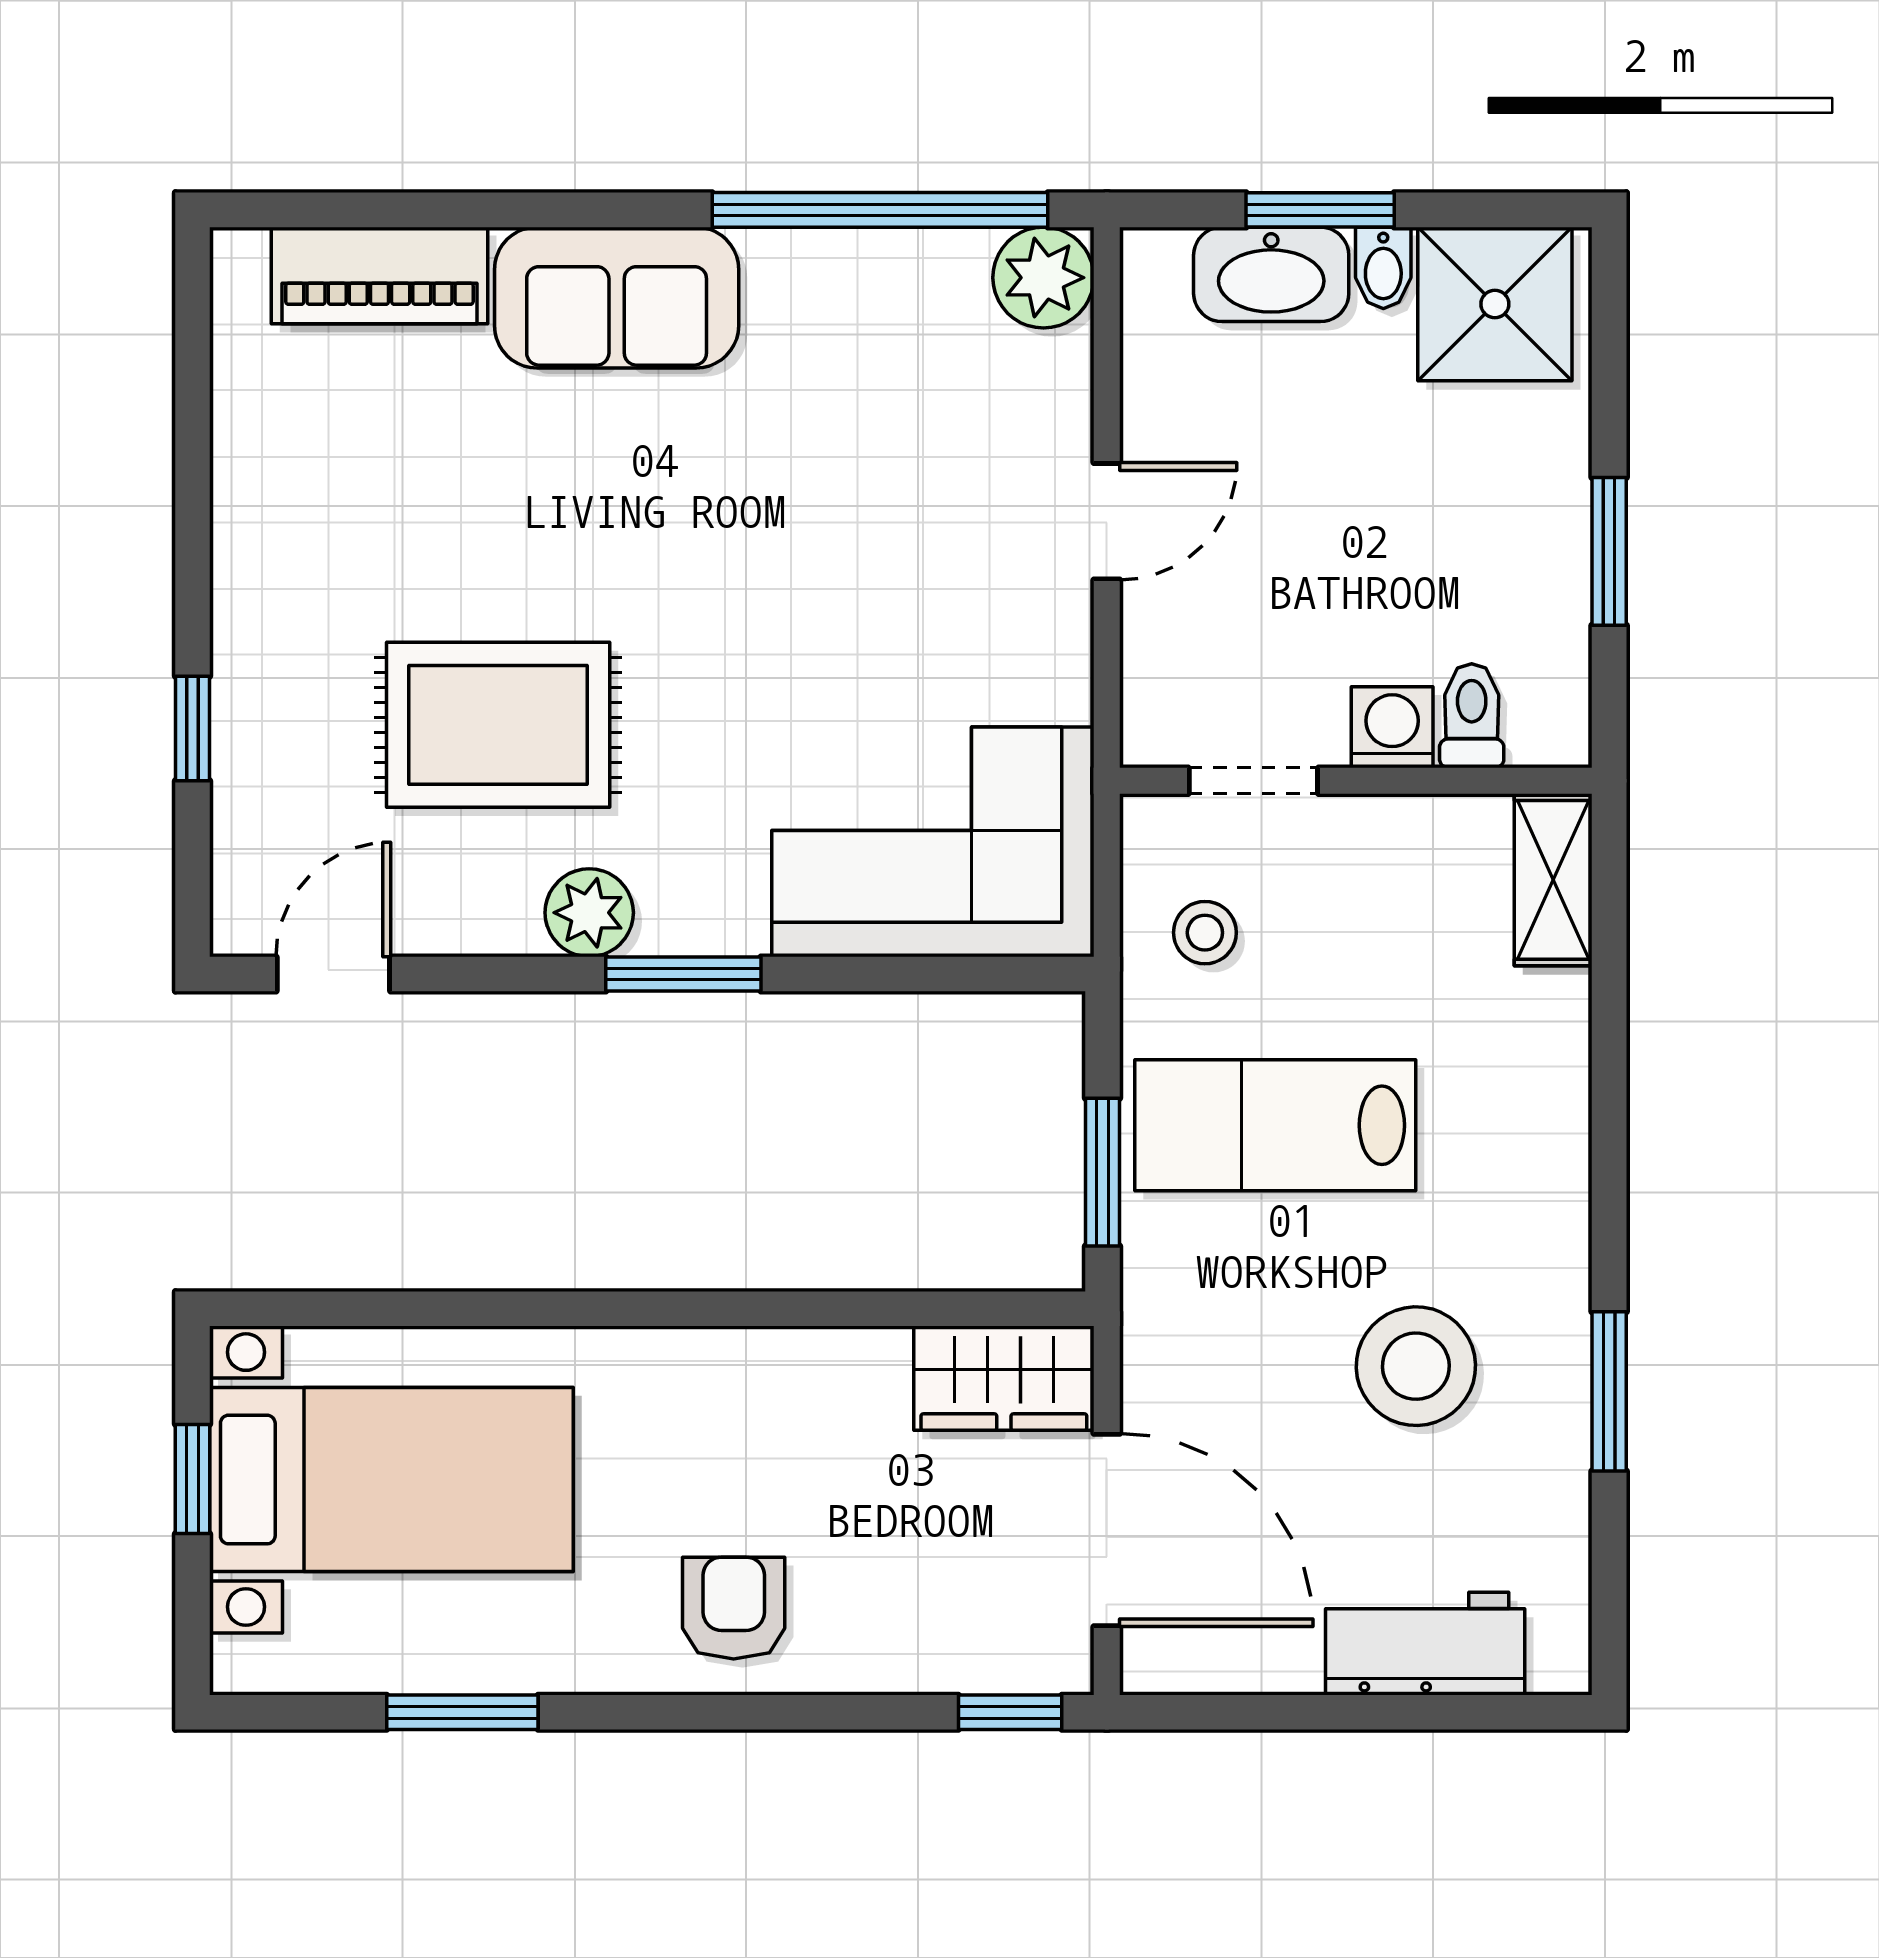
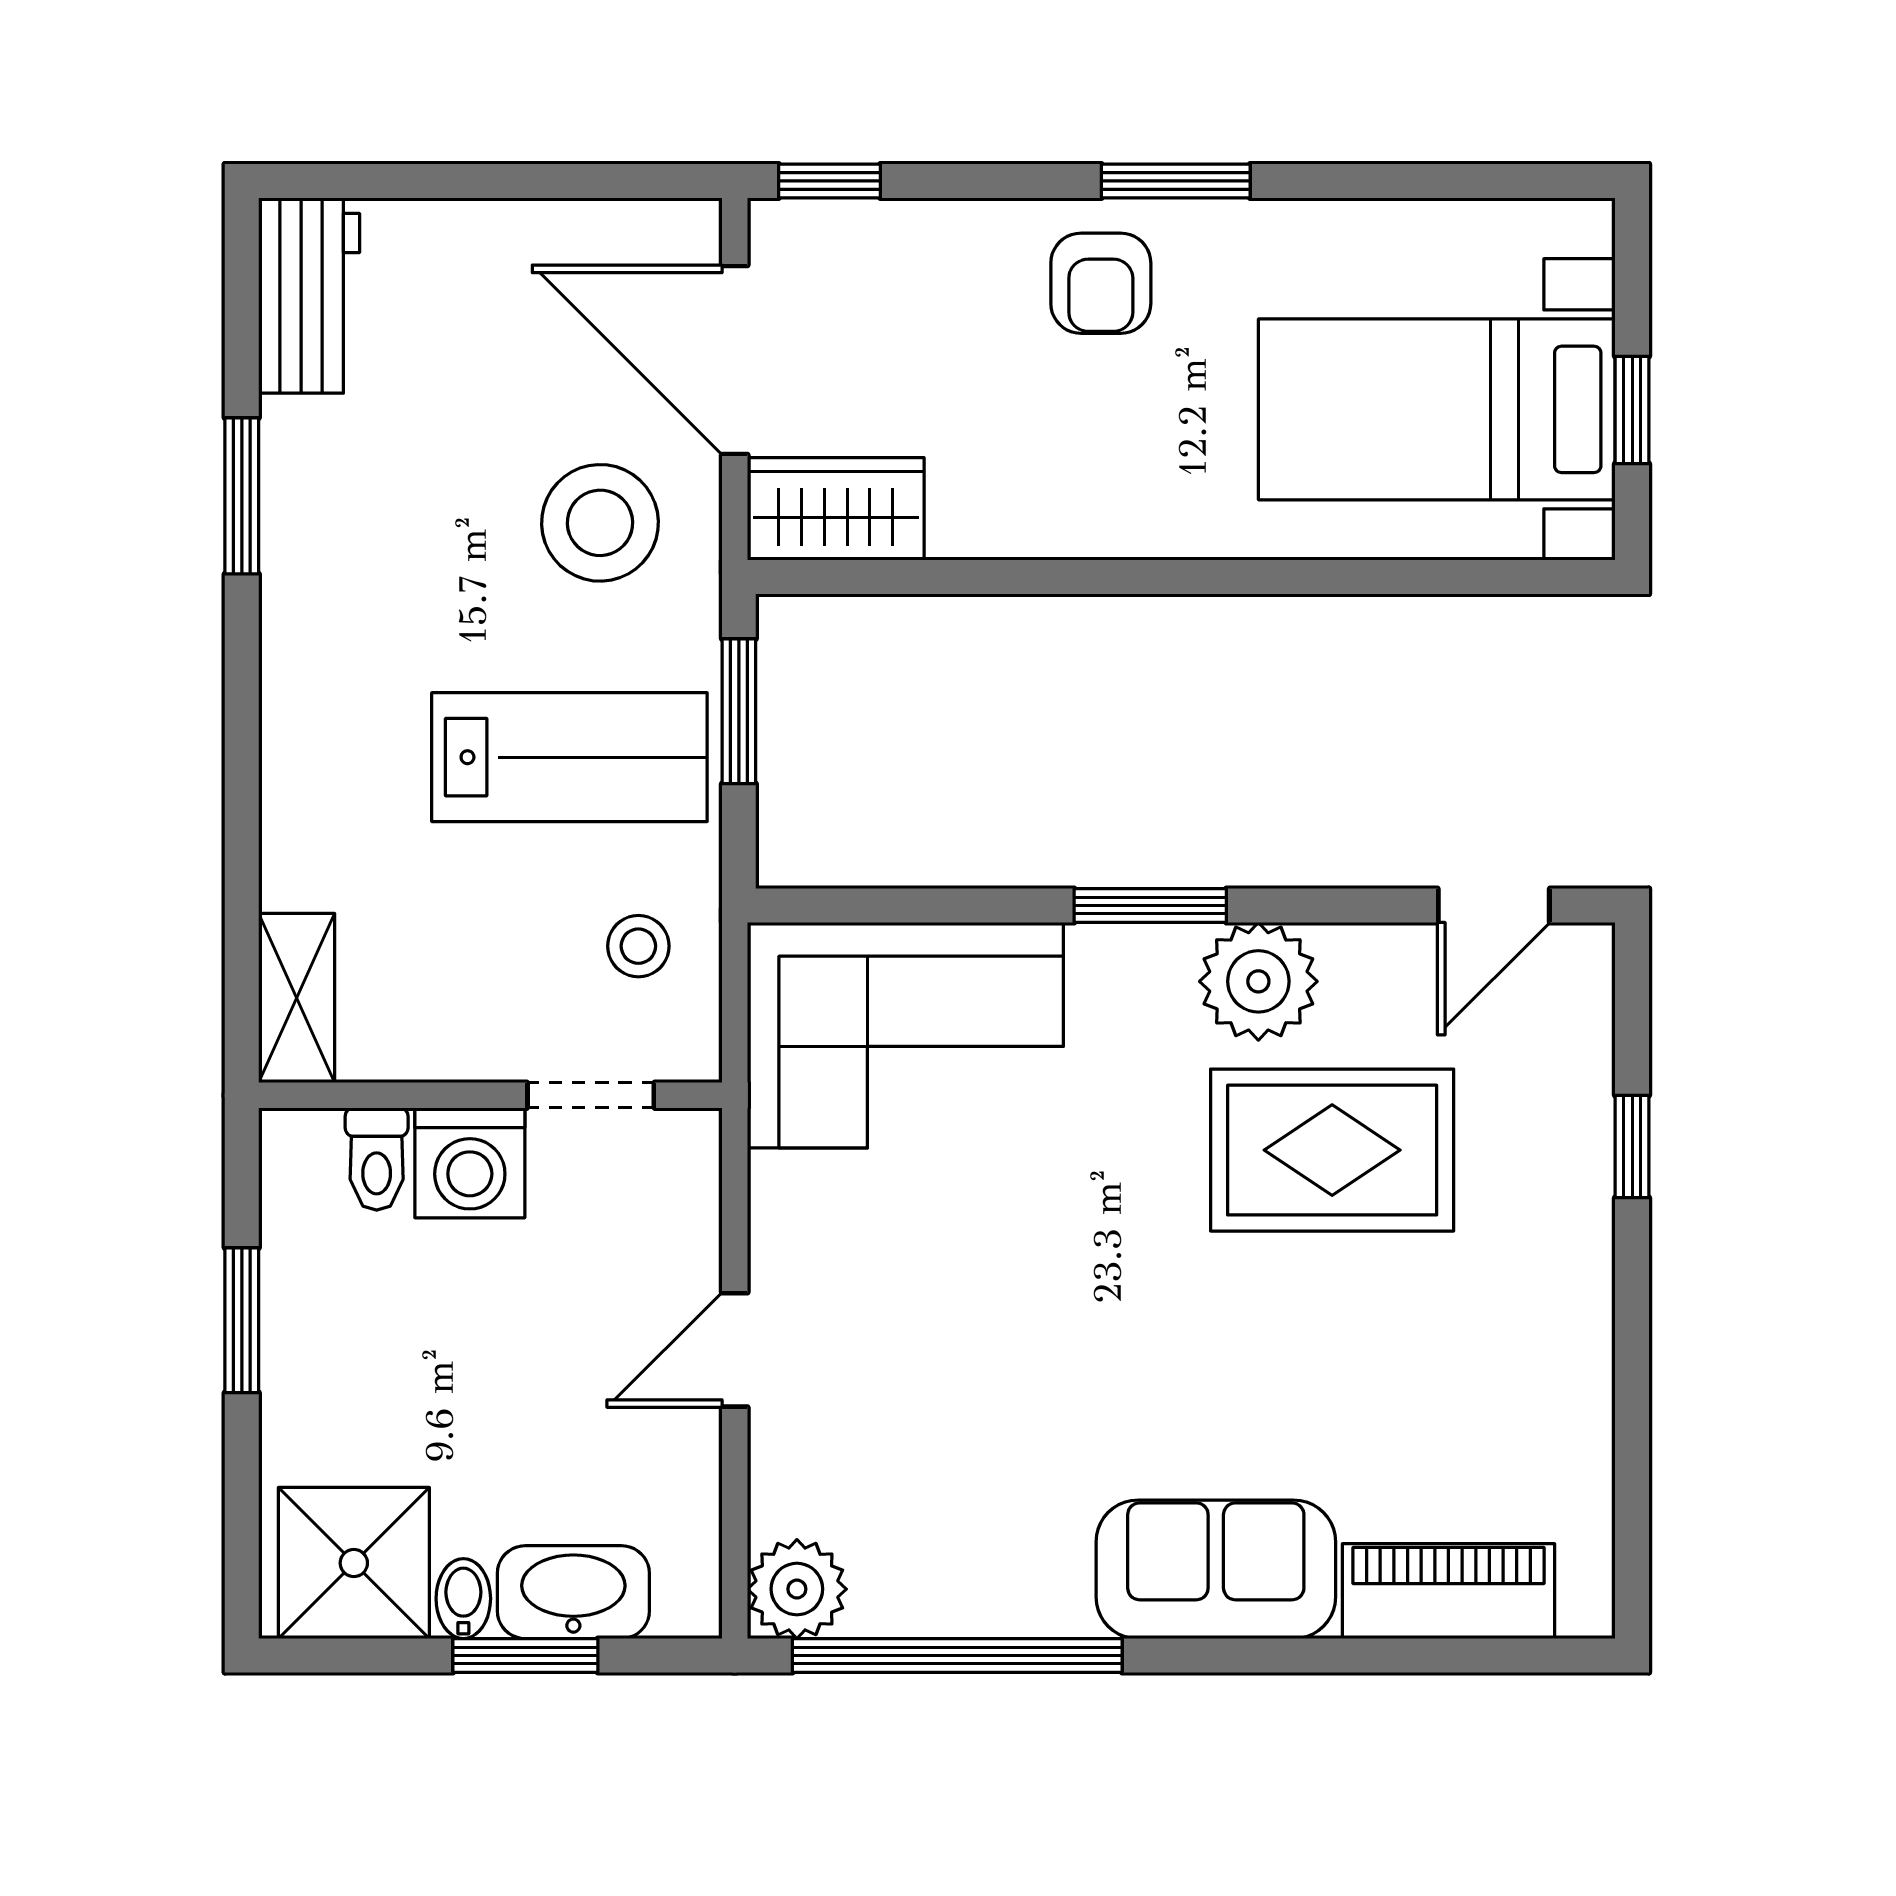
washing machine: (1392, 727) -> (470, 1163), width x1.38, depth x1.38
plant: (589, 913) -> (1258, 981), width x1.36, depth x1.36
stool: (1416, 1366) -> (600, 523), moved
workbench: (1425, 1644) -> (309, 296), moved, turned -90
window: (462, 1712) -> (1176, 181), moved

